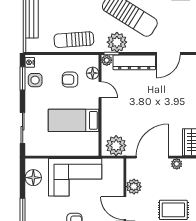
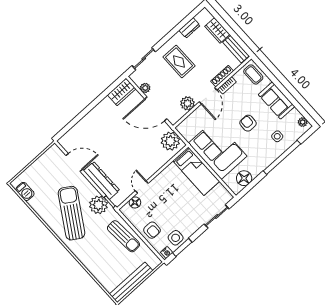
plant: (107, 60) -> (117, 201), removed
armchair: (70, 80) -> (152, 230), moved
bed: (73, 120) -> (196, 171), moved

